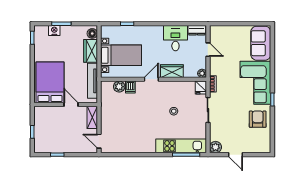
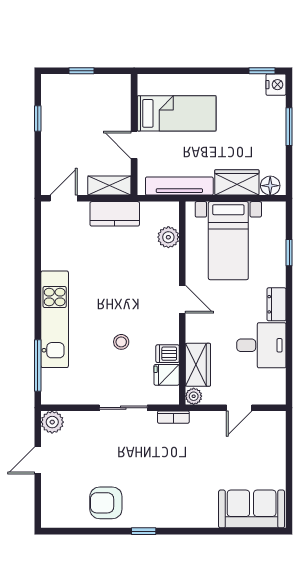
nightstand: (54, 30) -> (276, 85), moved
dresser: (197, 30) -> (277, 304), moved
wardrobe: (172, 71) -> (198, 365), moved
bed: (50, 82) -> (177, 113), width x0.67
corner sofa: (255, 83) -> (176, 499), removed
dishwasher: (130, 87) -> (168, 354), moved
fridge: (201, 87) -> (167, 375), moved
door: (71, 104) -> (134, 145), swing flipped
kitchen counter: (107, 115) -> (115, 214), added
armchair: (258, 119) -> (106, 503), turned 180
kitchen unit: (181, 146) -> (55, 319), moved

